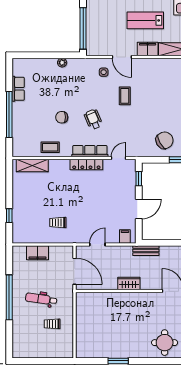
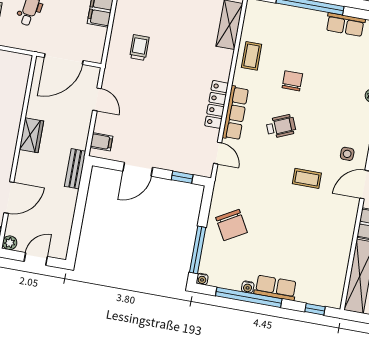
door: (139, 209) -> (138, 169), hinge flipped

